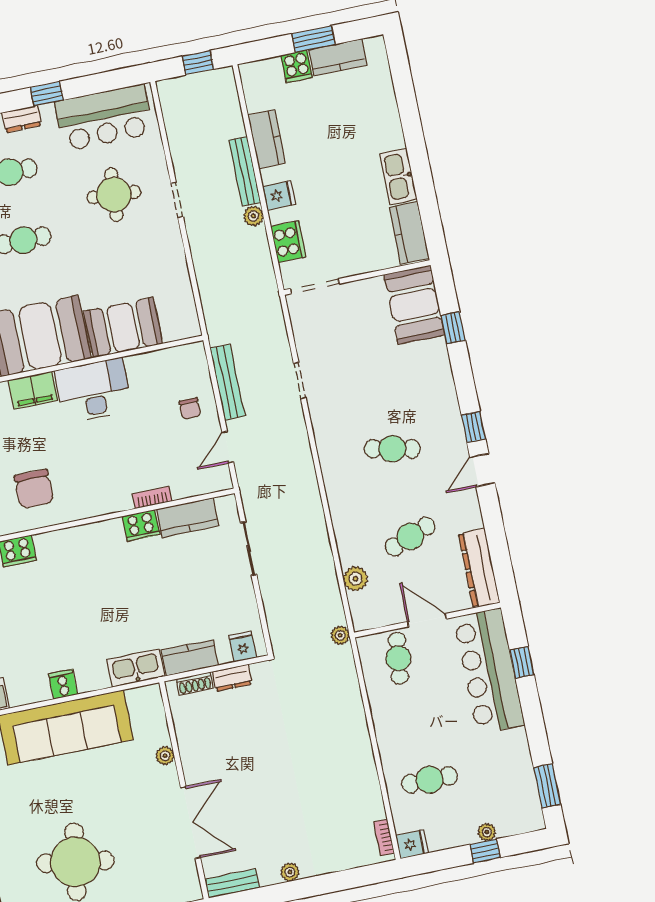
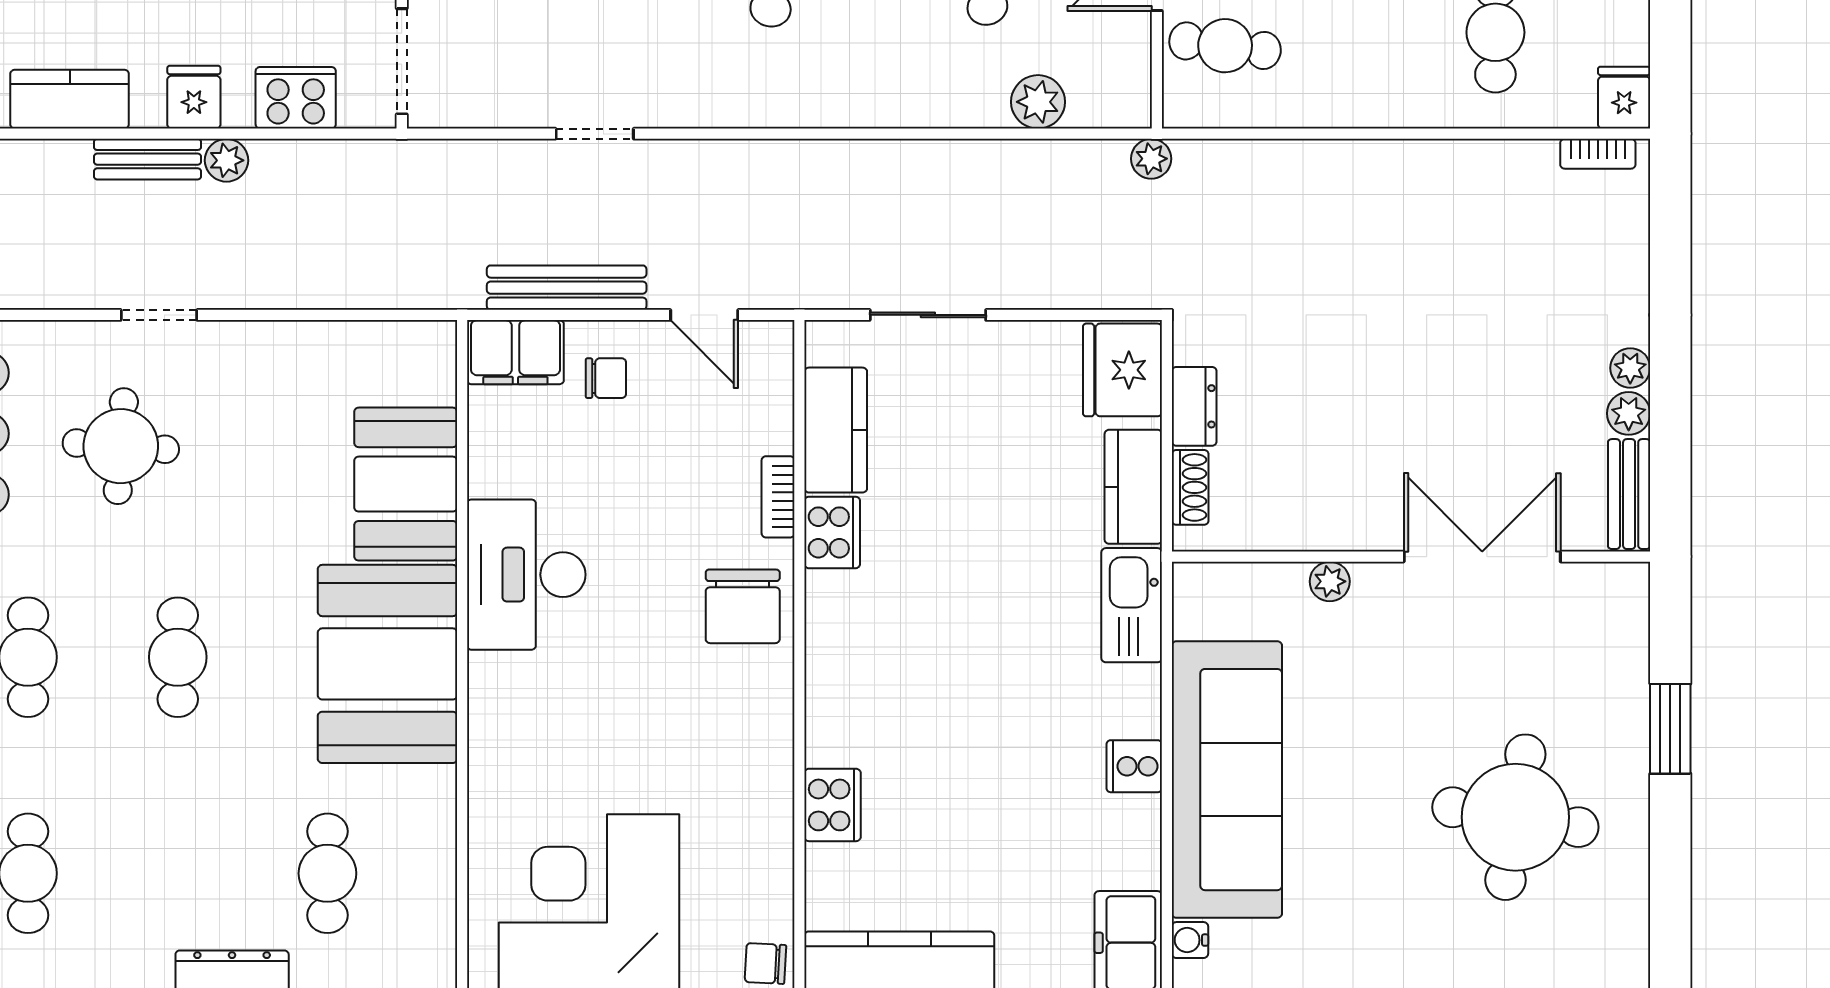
bench: (245, 171) -> (147, 159), width x0.73
filing cabinet: (33, 390) -> (515, 352), moved, turned 90
chair: (34, 489) -> (743, 606), moved, turned 90
fridge: (243, 646) -> (1122, 370), width x1.88, depth x1.34
plant: (269, 876) -> (1629, 413), added

